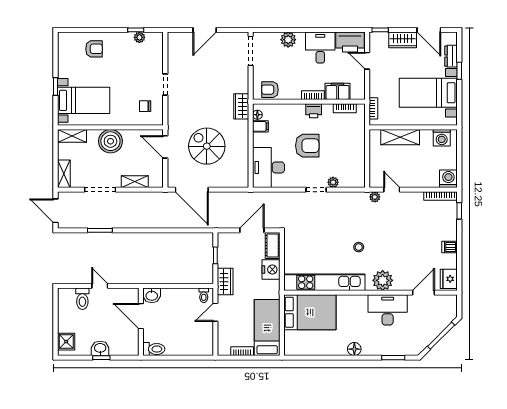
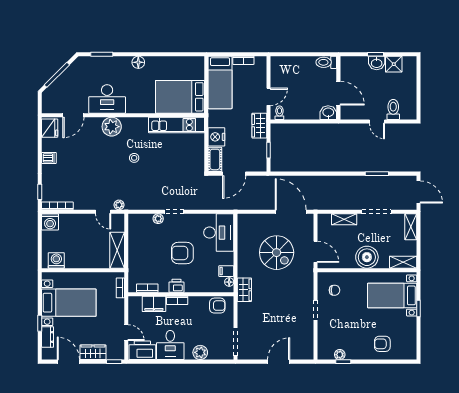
shelving: (400, 137) -> (117, 250), moved, turned 90
kitchen unit: (324, 282) -> (176, 125), width x0.73
shower: (66, 342) -> (394, 64), moved

